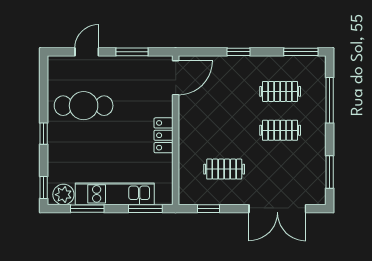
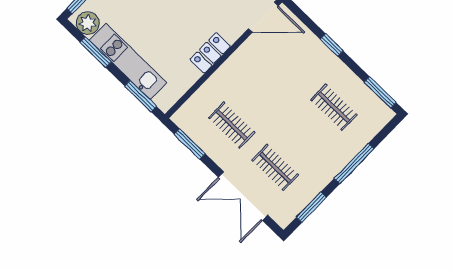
window: (330, 100) -> (354, 164), moved
clothes rail: (280, 130) -> (275, 167), moved
window: (209, 209) -> (190, 144), width x1.50

